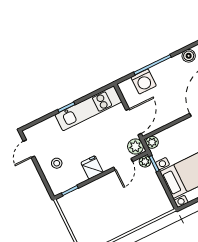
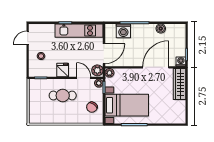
door: (123, 164) -> (84, 78), swing flipped
chair: (151, 196) -> (92, 107), added
cafe table: (108, 199) -> (63, 95), added

